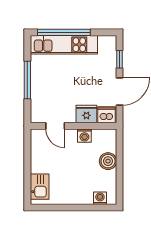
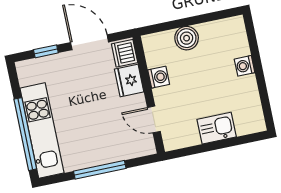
door: (55, 126) -> (154, 119), swing flipped
kitchen sink: (40, 187) -> (217, 128), moved
washing machine: (100, 198) -> (245, 66), moved

